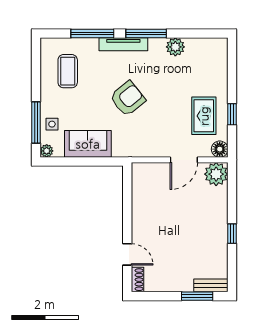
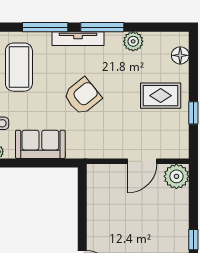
coffee table: (68, 71) -> (19, 67), width x1.36, depth x1.32
rug: (204, 116) -> (161, 96), moved, turned 90
floor lamp: (220, 149) -> (180, 55), moved

